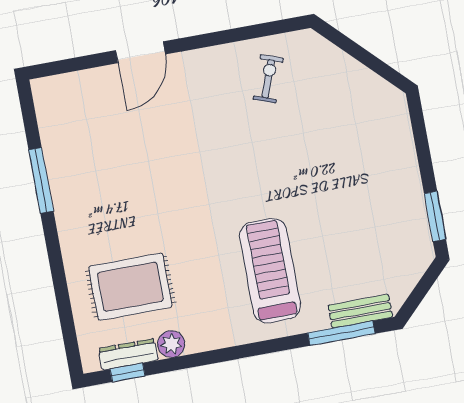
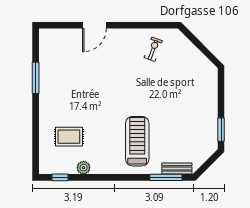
rug: (130, 287) -> (69, 137), width x0.73, depth x0.70
dresser: (128, 354) -> (62, 169), removed

